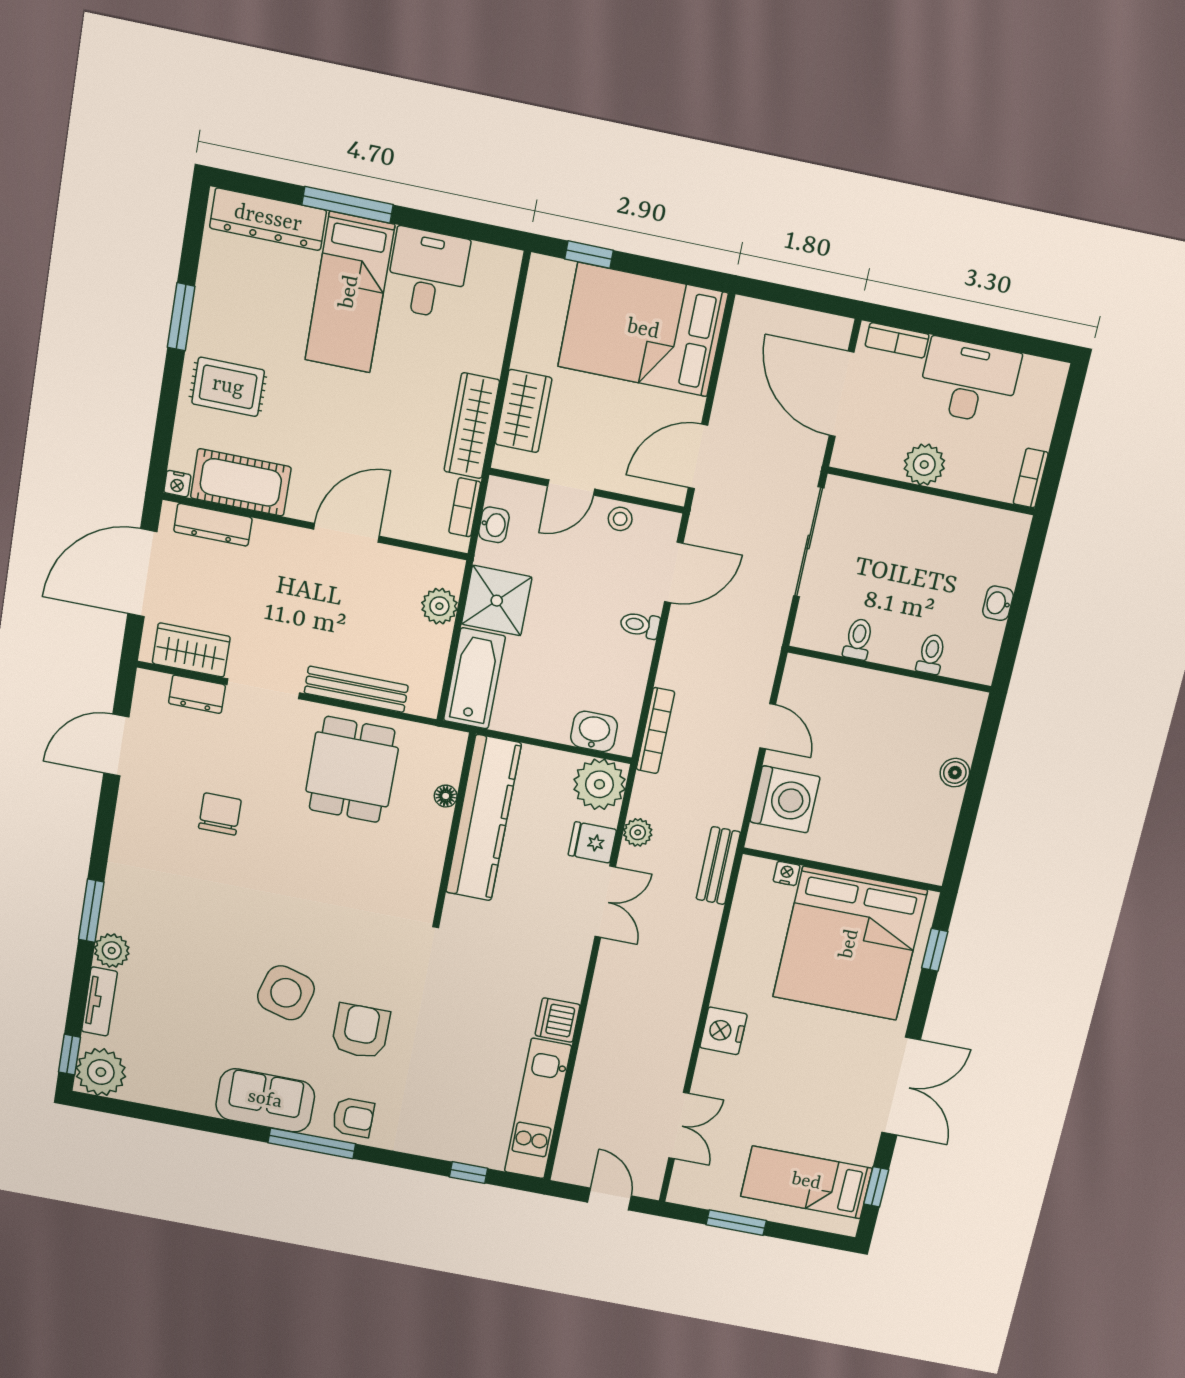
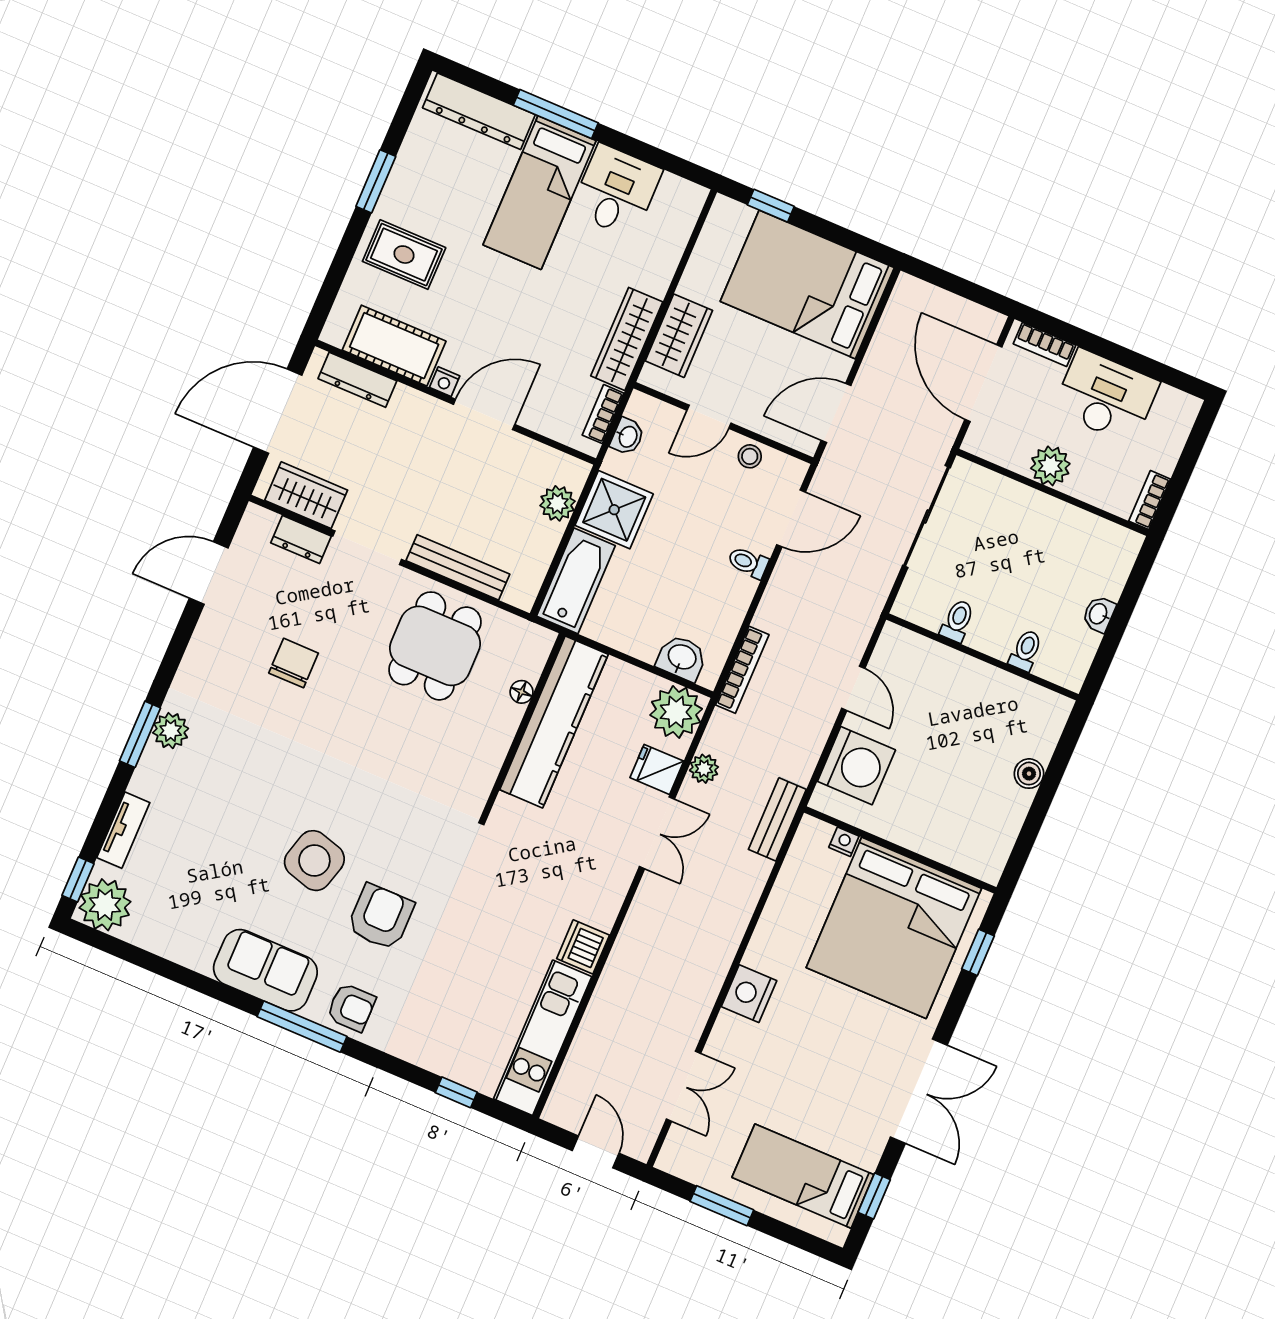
nightstand: (177, 484) -> (445, 382), moved
plant: (112, 951) -> (171, 731), moved

